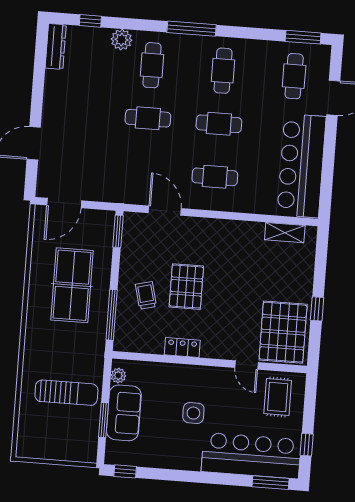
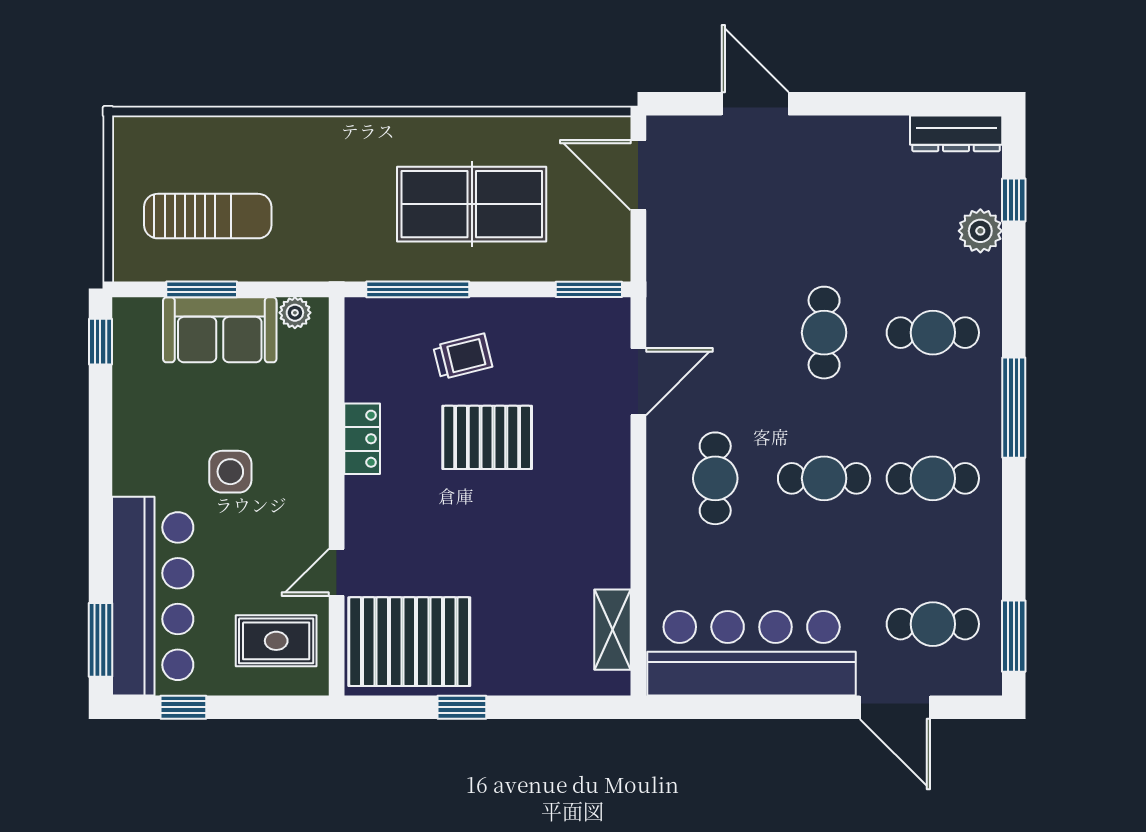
plant: (122, 40) -> (980, 231), moved
cafe table: (219, 124) -> (824, 478), turned 90
sun lounger: (66, 393) -> (208, 216), moved, turned -90

